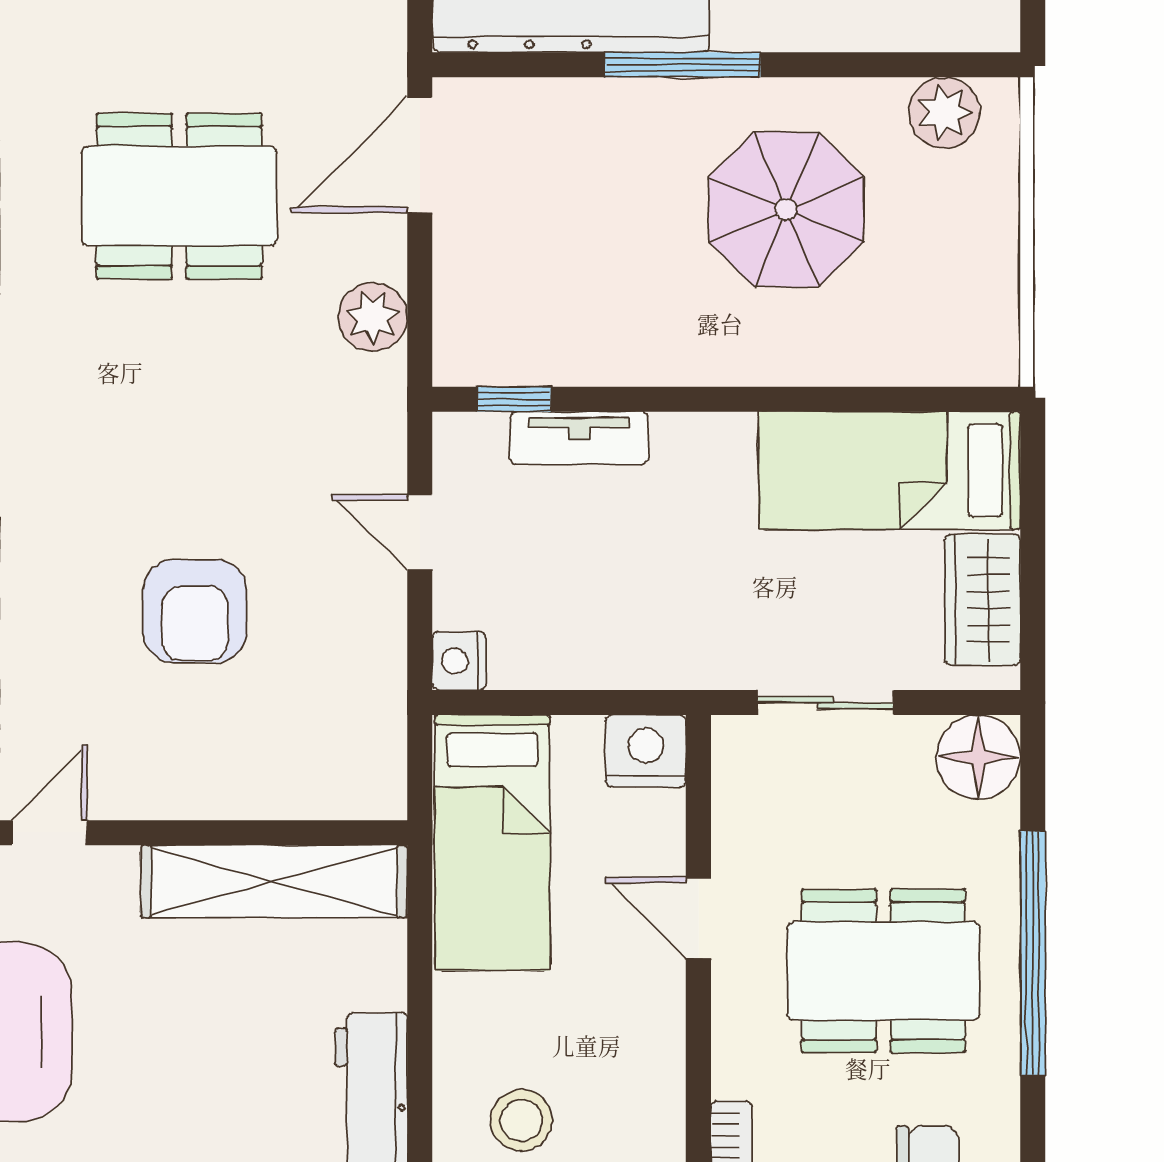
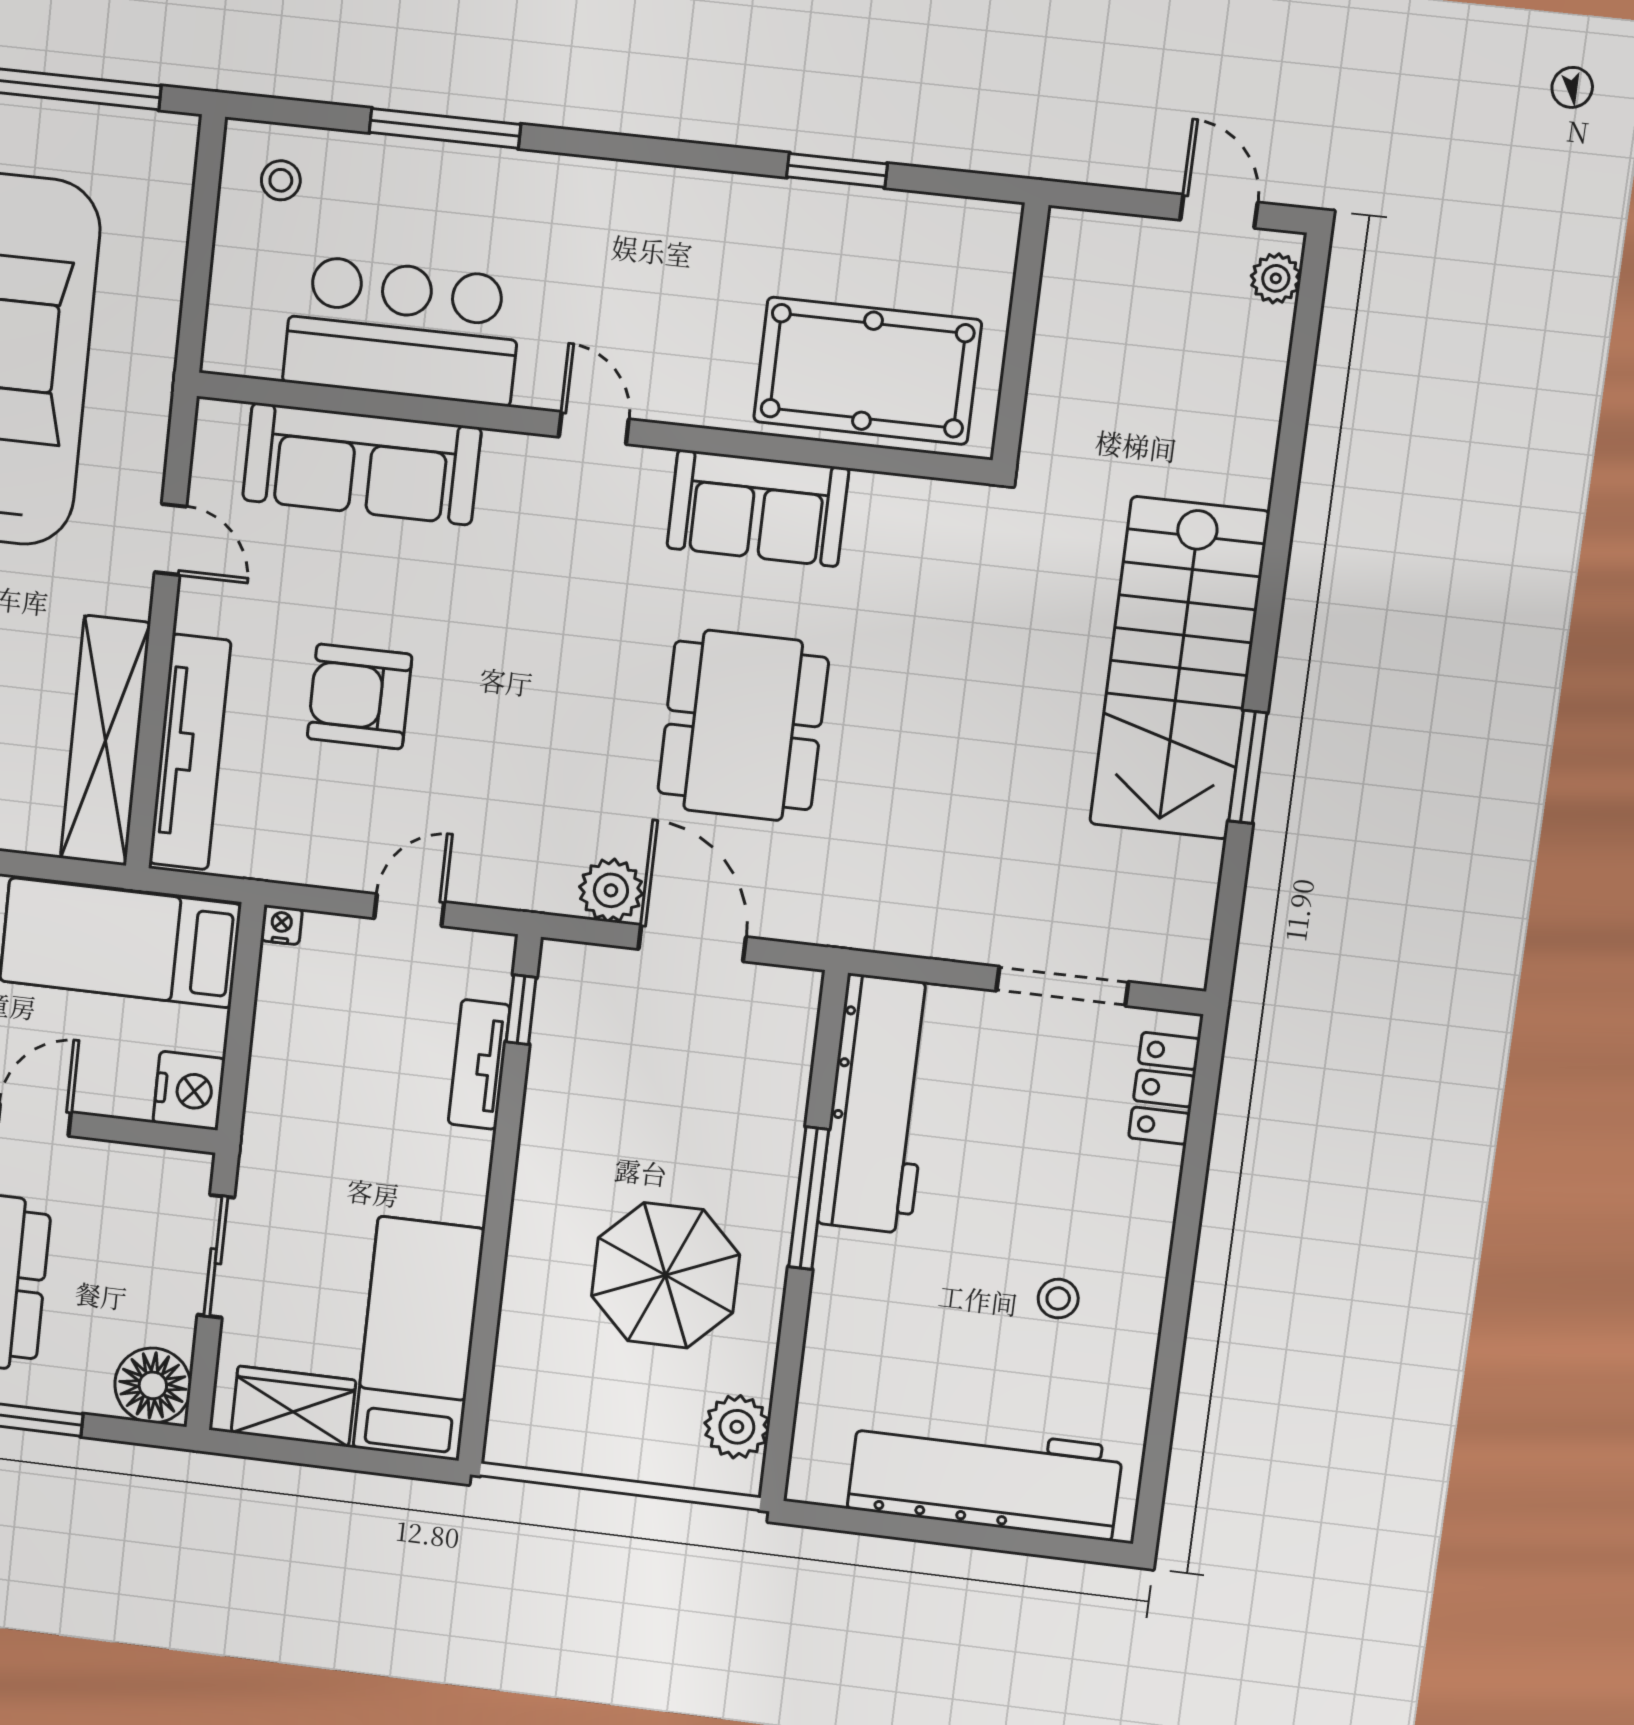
door: (420, 155) -> (692, 943), moved
nightstand: (459, 661) -> (281, 925), width x0.72, depth x0.74
tv unit: (276, 788) -> (190, 752), added

